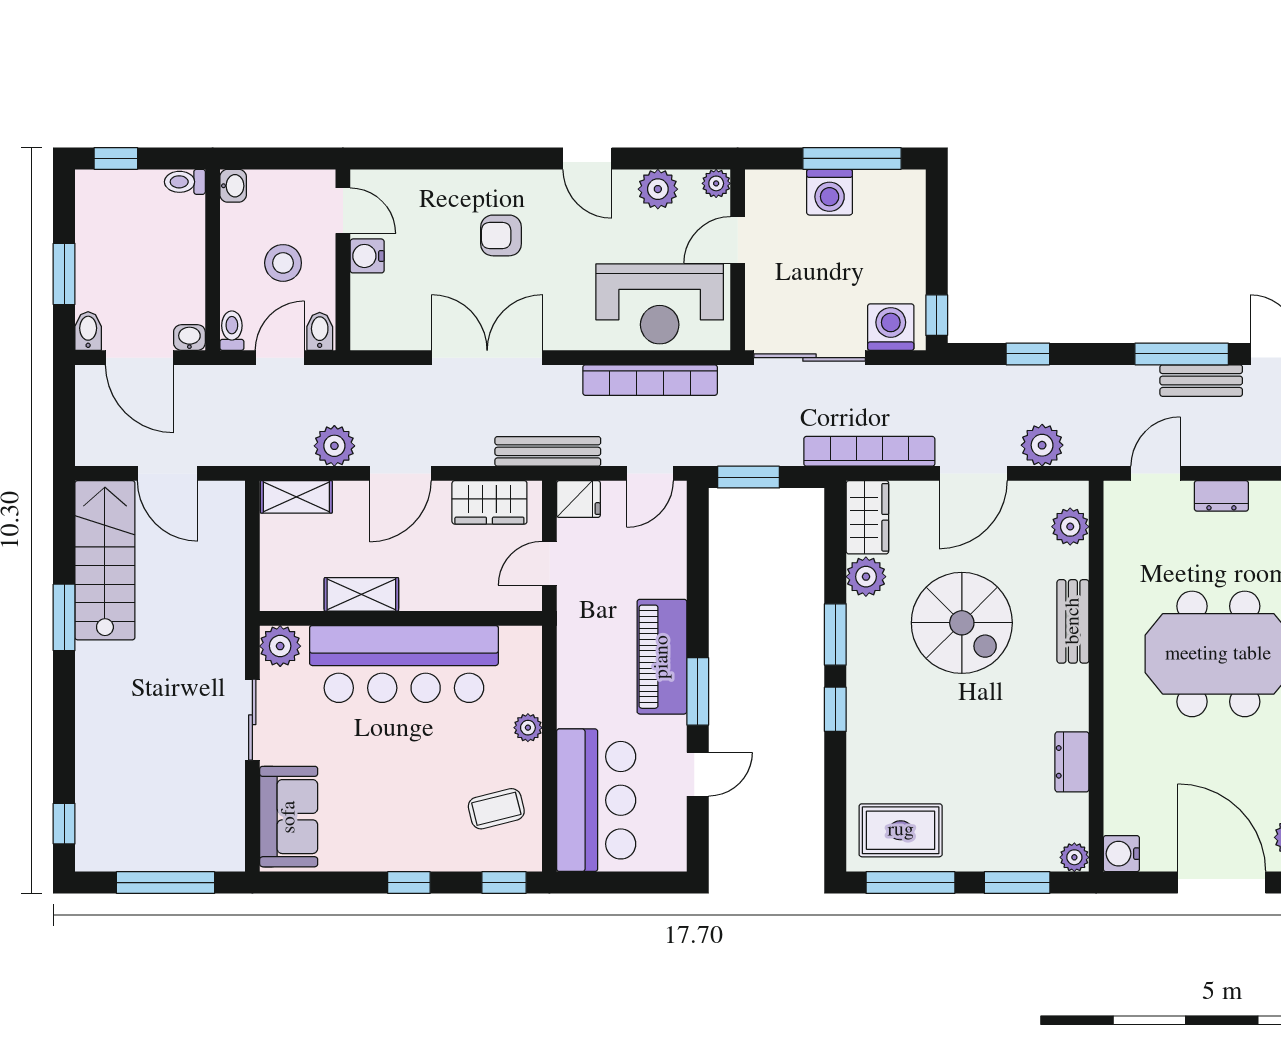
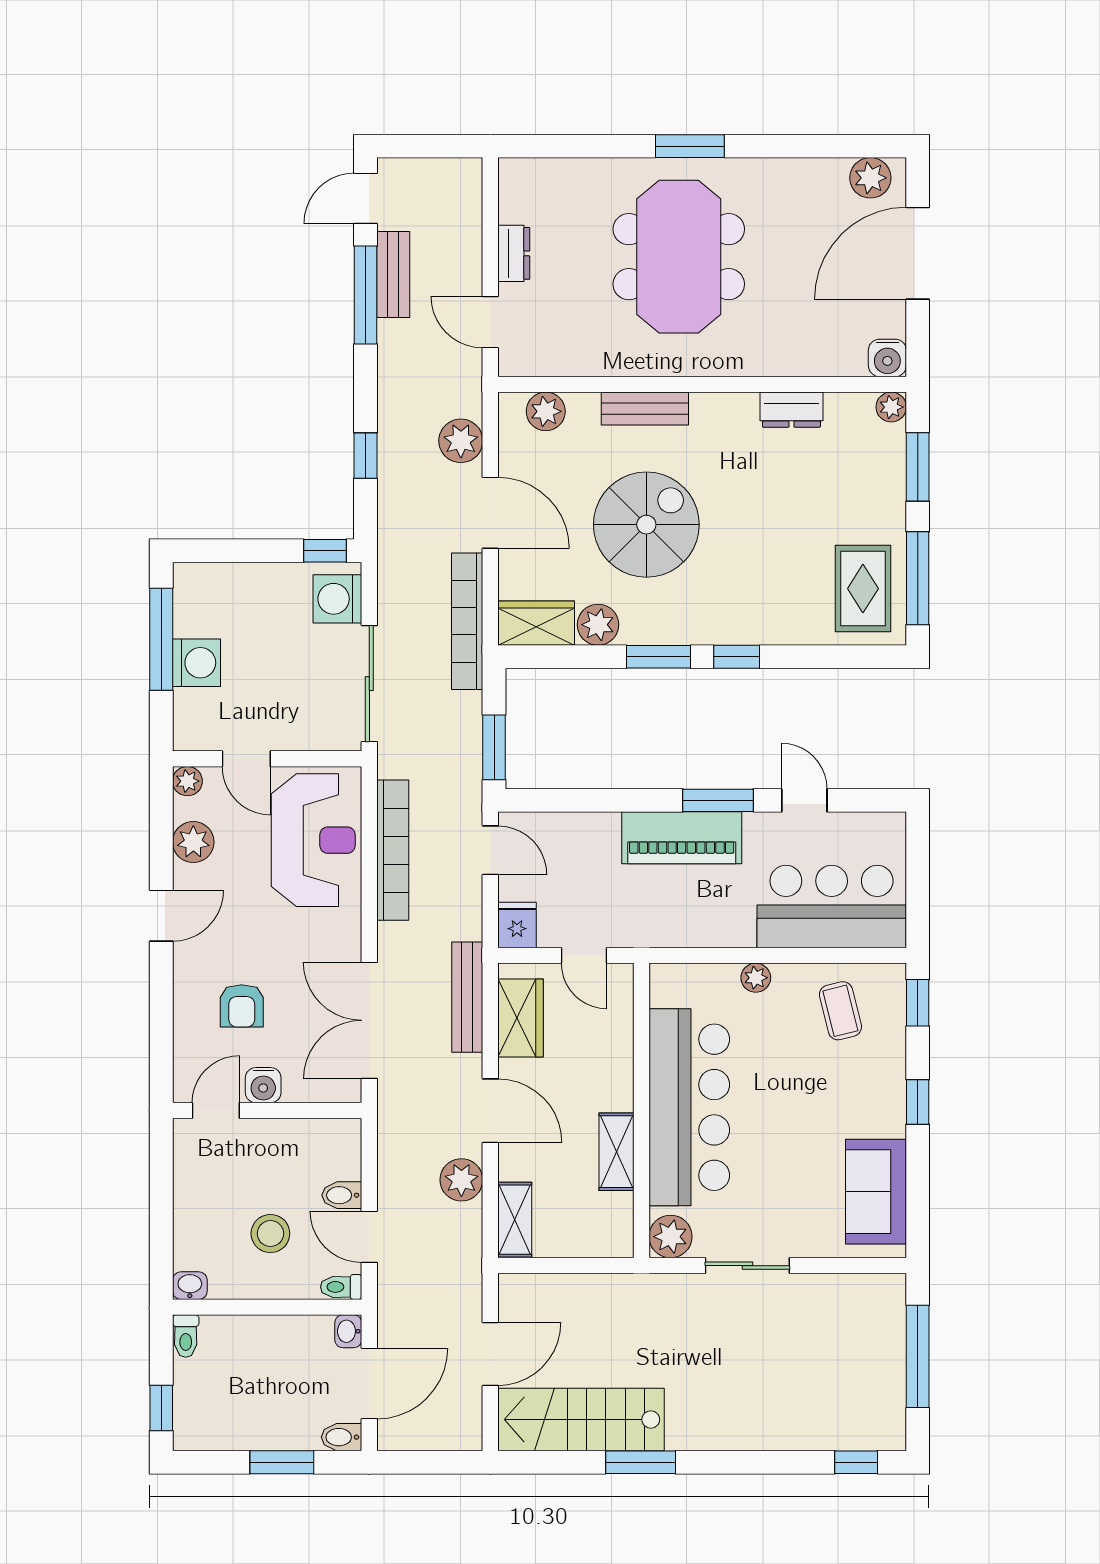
door: (343, 211) -> (216, 1110), moved
water cooler: (367, 256) -> (263, 1085), moved
wall: (343, 260) -> (267, 1110), moved
bench: (548, 451) -> (467, 997), moved
sofa: (289, 817) -> (876, 1192), moved, turned -90

